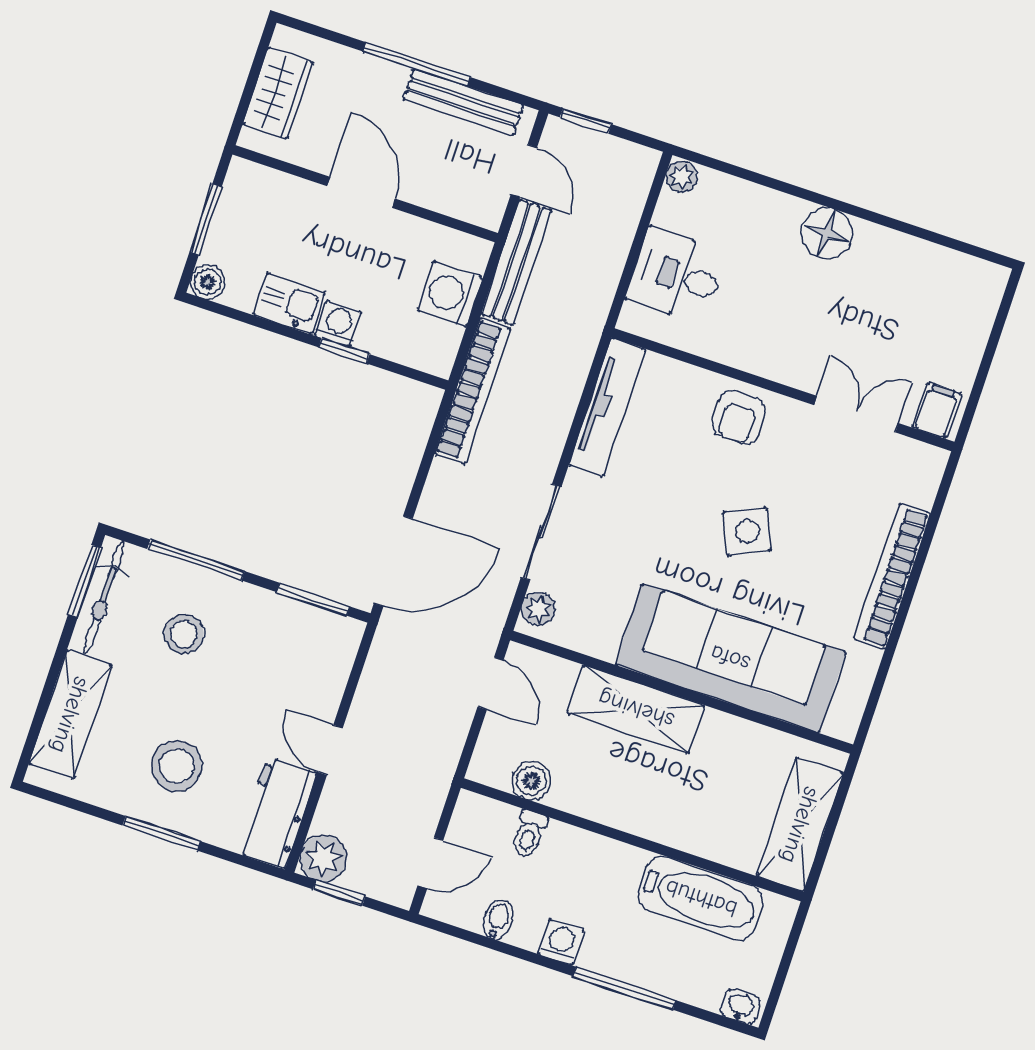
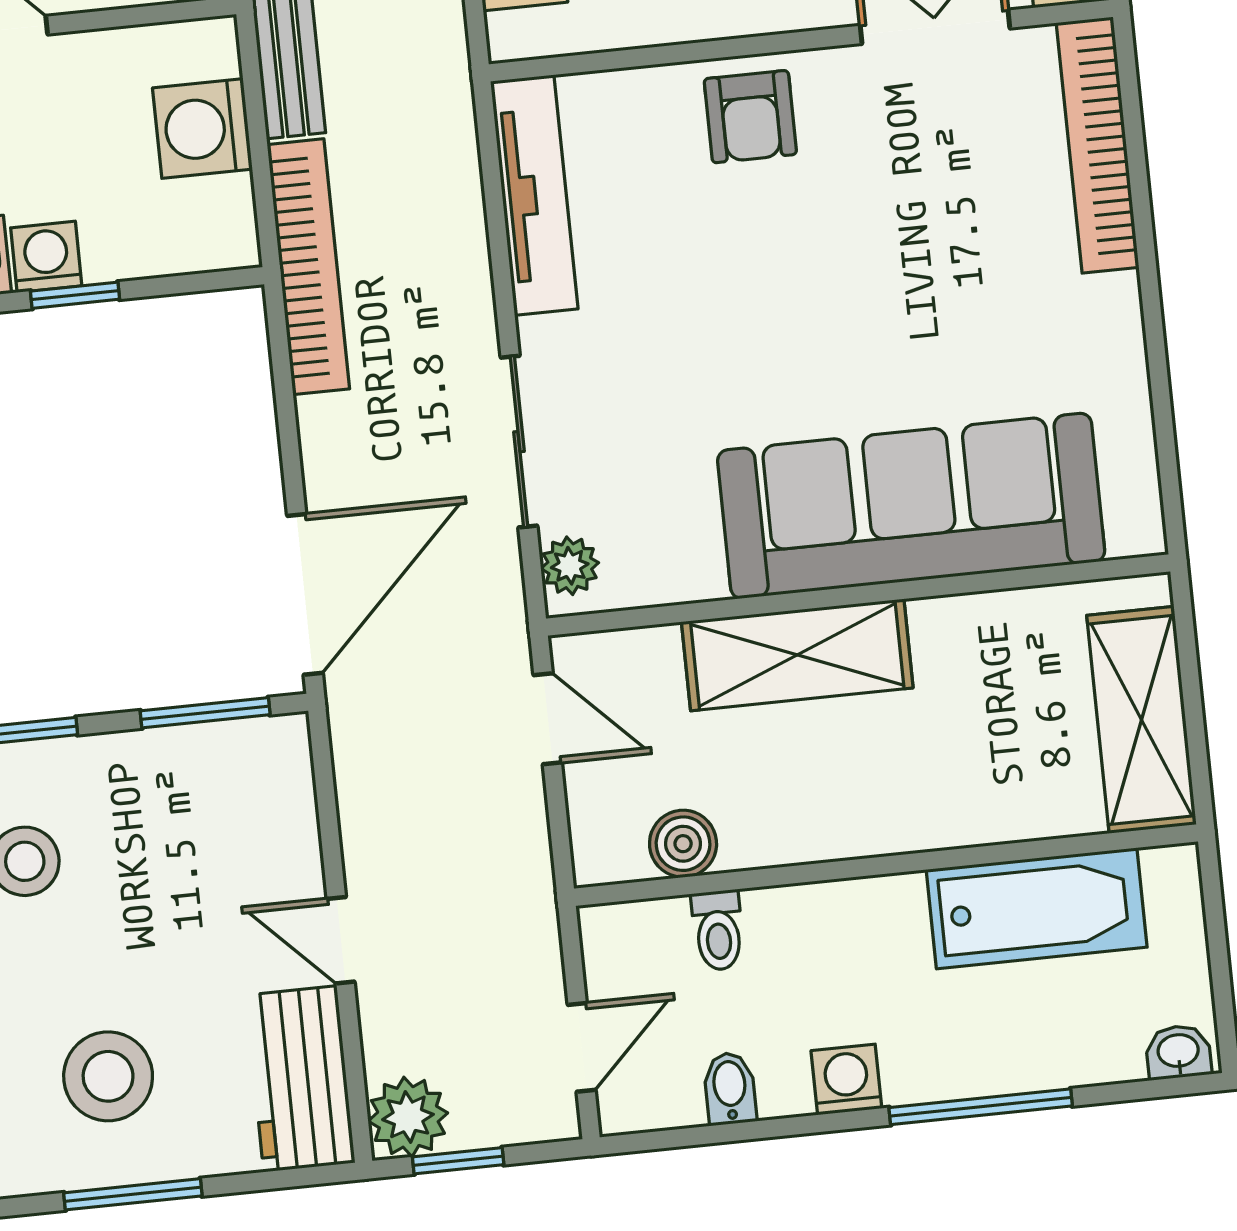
side table: (747, 531) -> (846, 292), removed
bookcase: (892, 576) -> (1098, 145), moved

